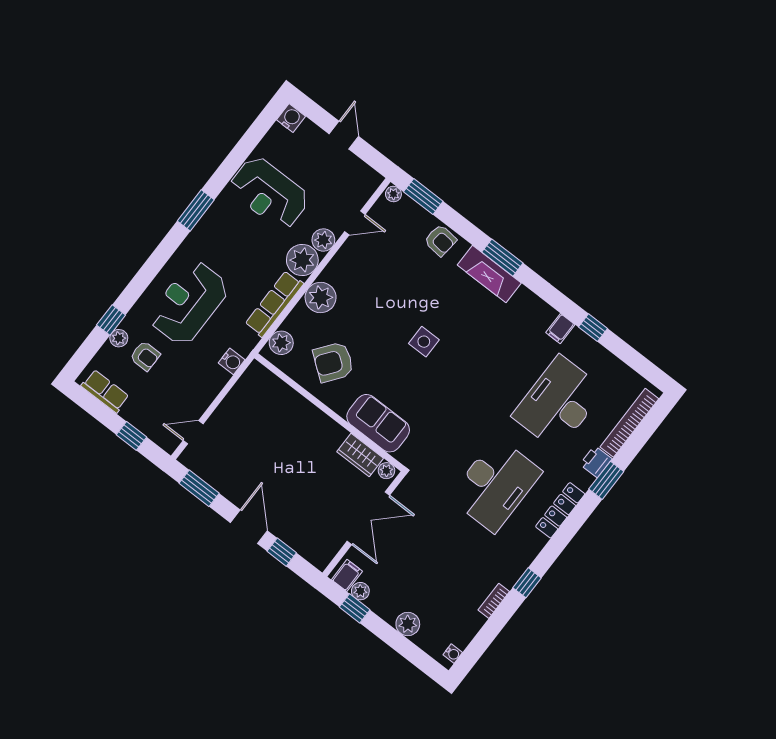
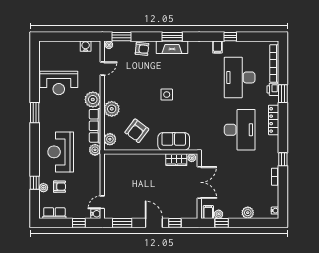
water cooler: (291, 118) -> (86, 46), moved
door: (344, 135) -> (71, 37), removed
plant: (323, 240) -> (95, 150), moved
water cooler: (232, 361) -> (96, 214), moved

